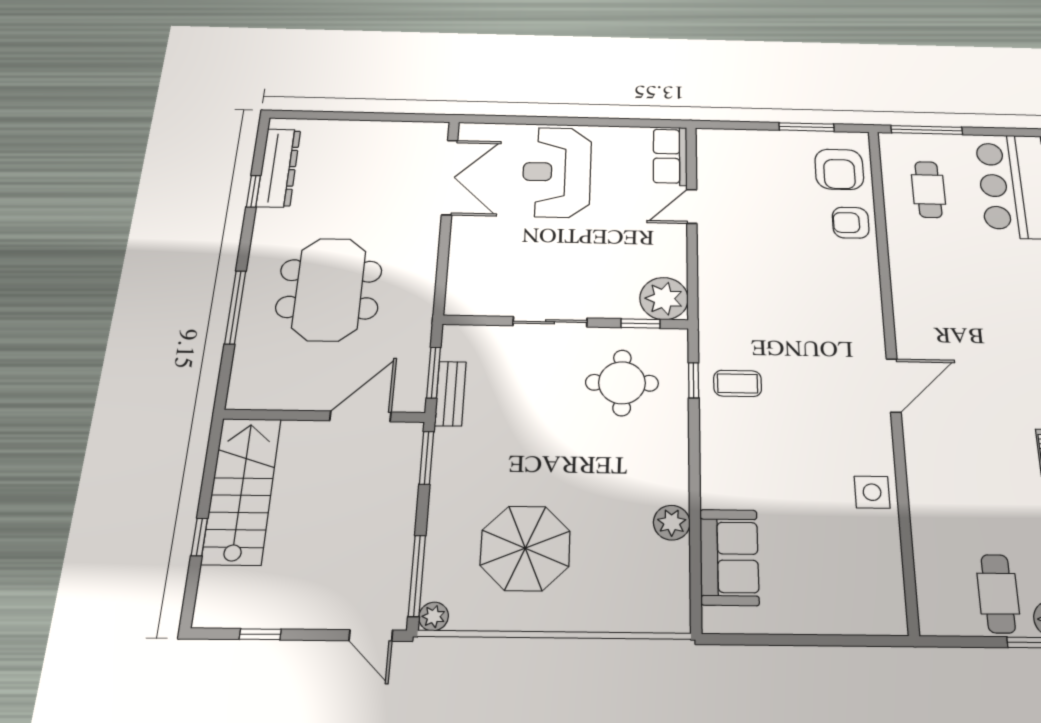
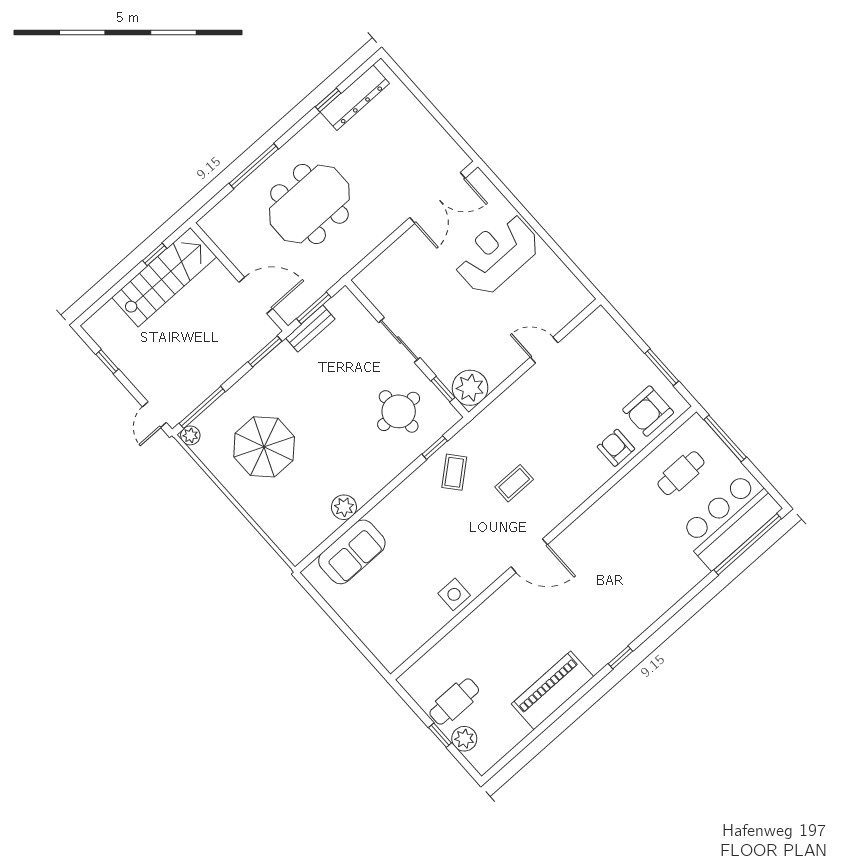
row of seats: (670, 156) -> (567, 307), removed
coffee table: (802, 338) -> (514, 483), added
coffee table: (738, 383) -> (454, 472), turned 50
window: (199, 537) -> (155, 254), moved

